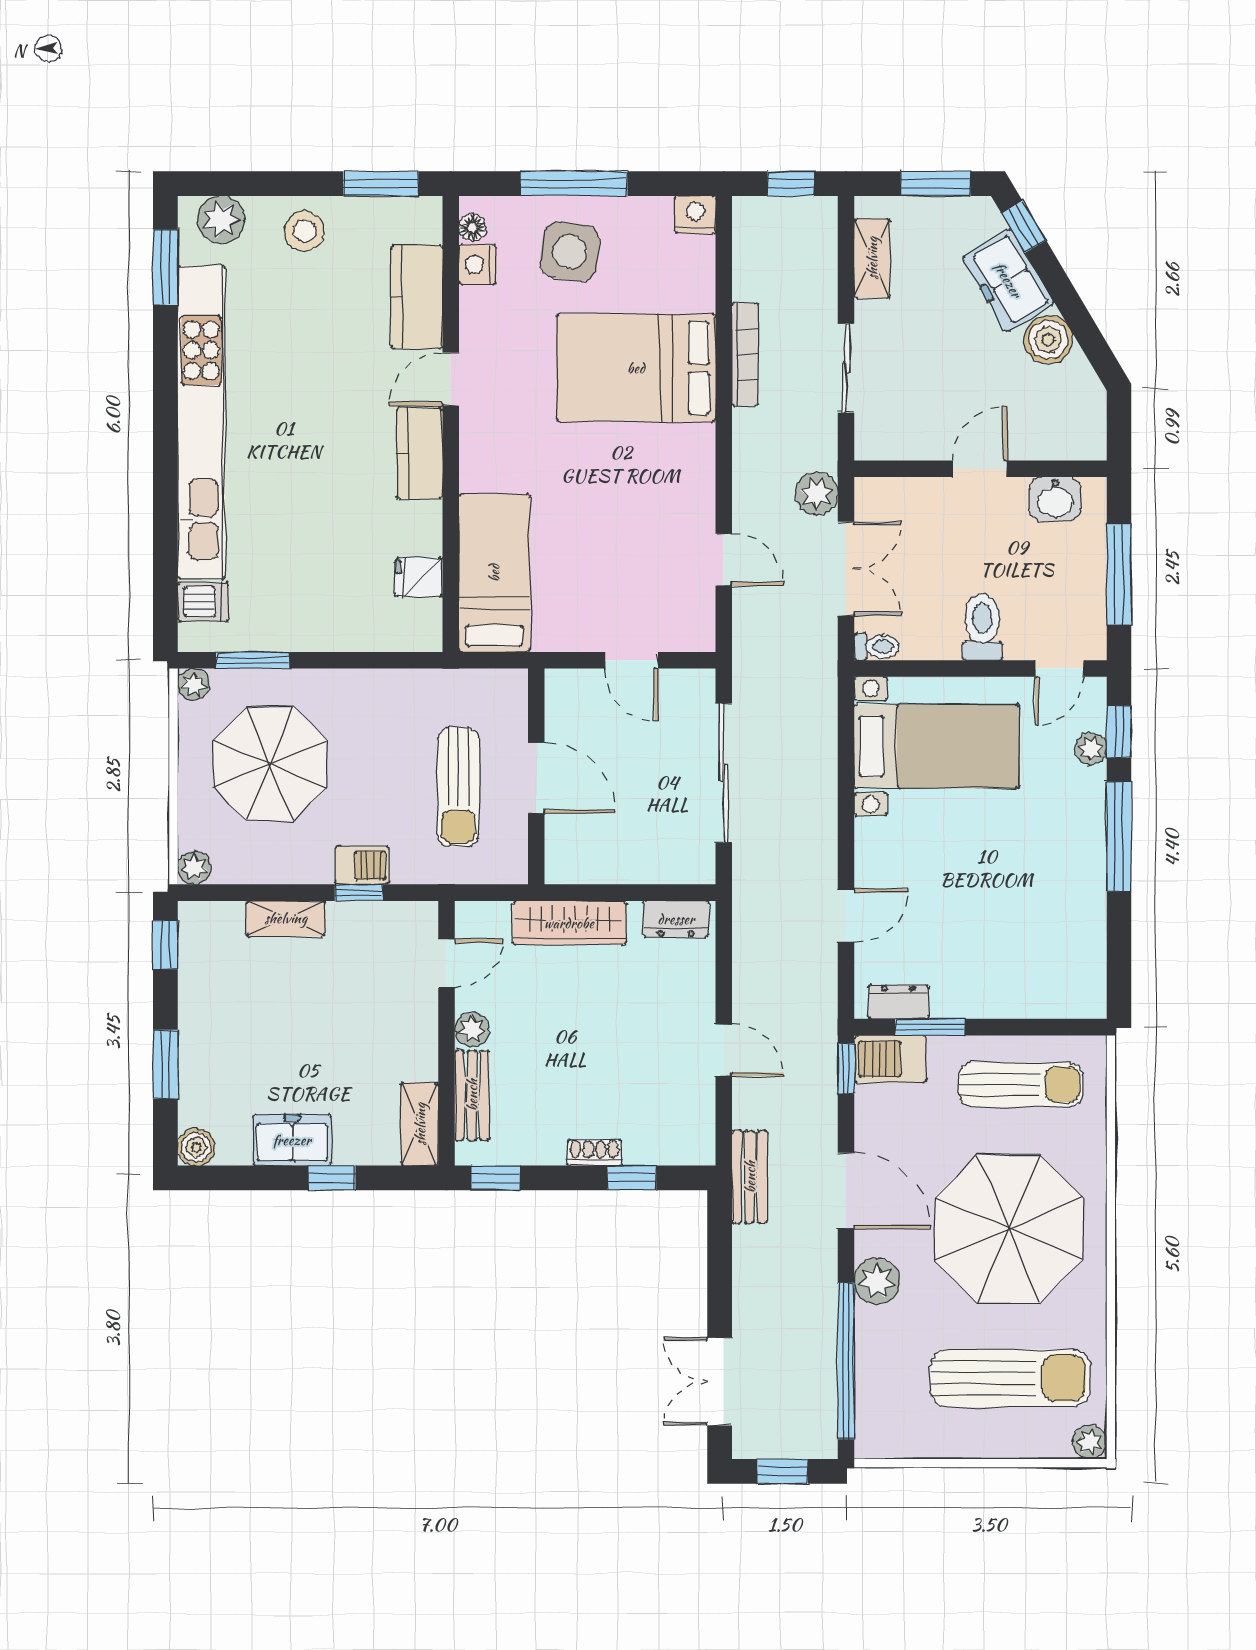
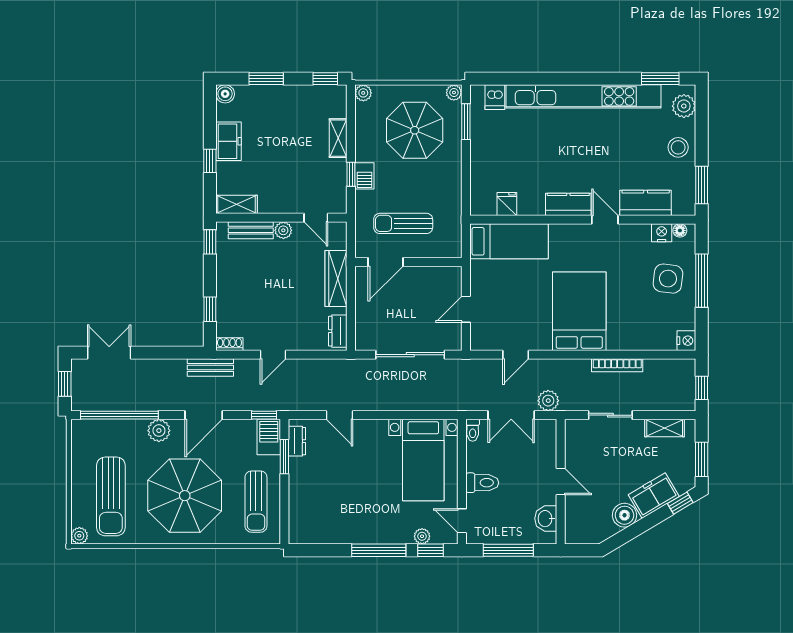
bed: (636, 368) -> (579, 311), moved
door: (536, 778) -> (386, 262), moved
shoe rack: (594, 1152) -> (229, 344), moved, turned -90

